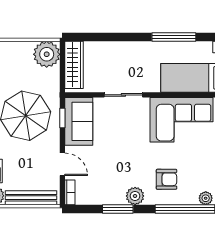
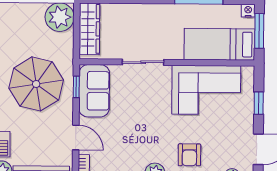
armchair: (167, 179) -> (189, 155), turned 90

